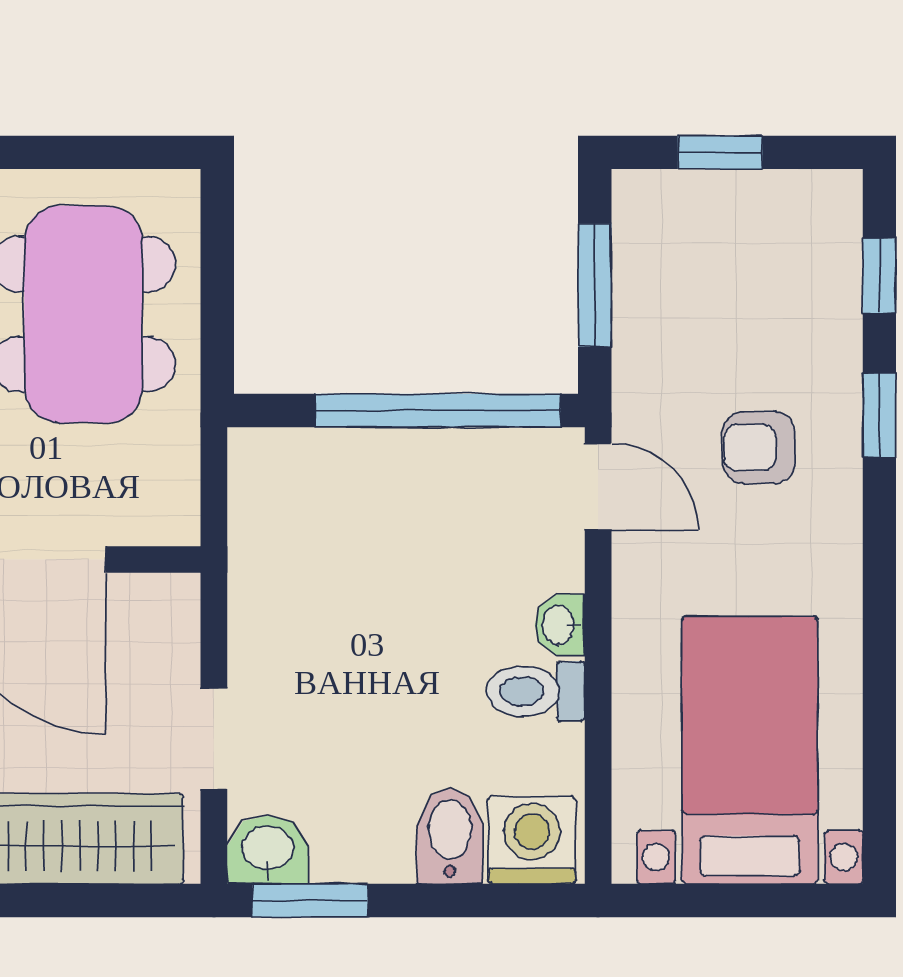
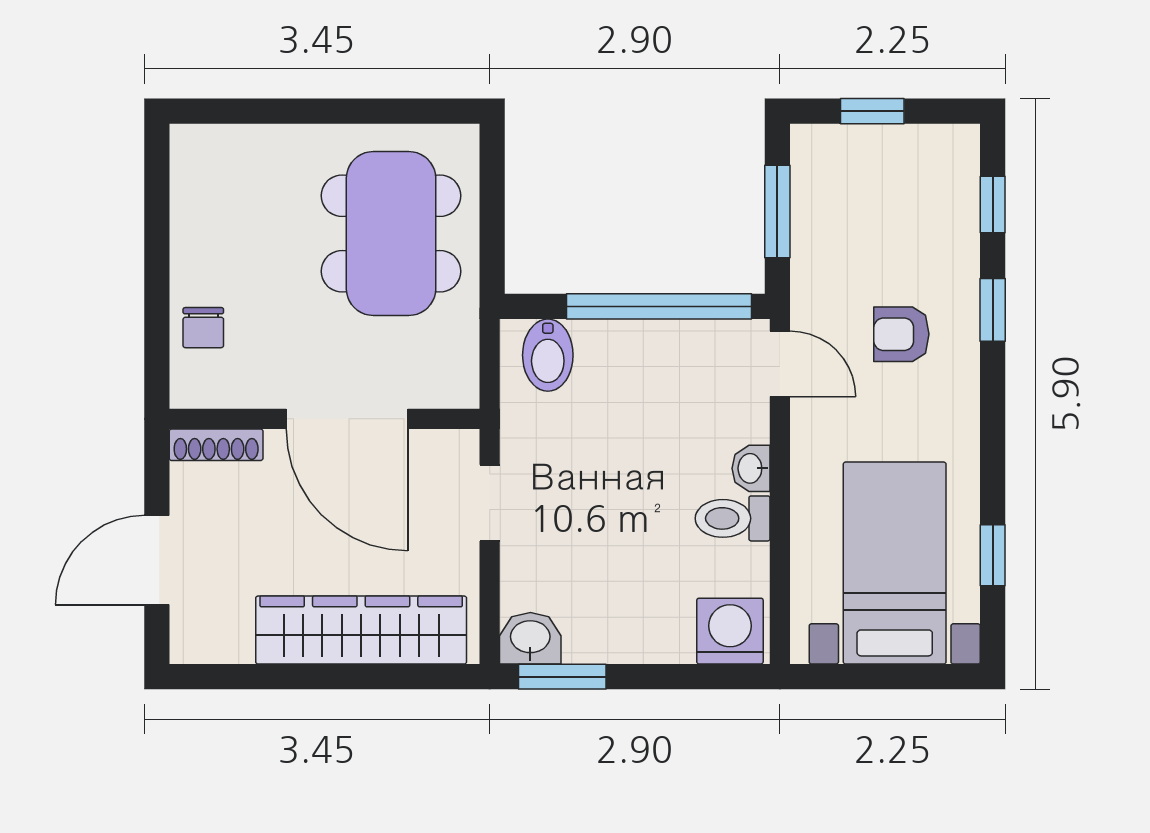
doorway: (214, 739) -> (490, 503), moved
window: (879, 740) -> (993, 555), added
bidet: (450, 836) -> (548, 355), moved, turned 180

